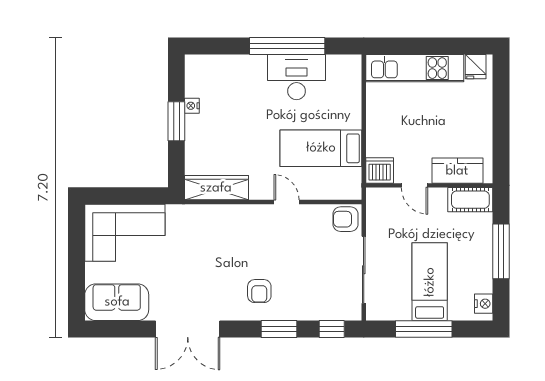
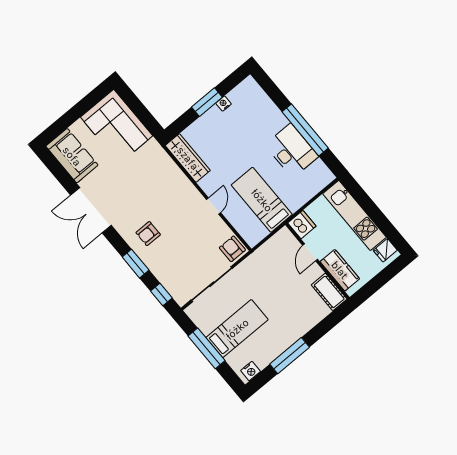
dishwasher: (380, 170) -> (302, 225), moved
kitchen counter: (457, 171) -> (340, 270), moved
door: (415, 185) -> (310, 252), moved
wall: (429, 185) -> (317, 261), moved
cot: (470, 200) -> (329, 292), moved

